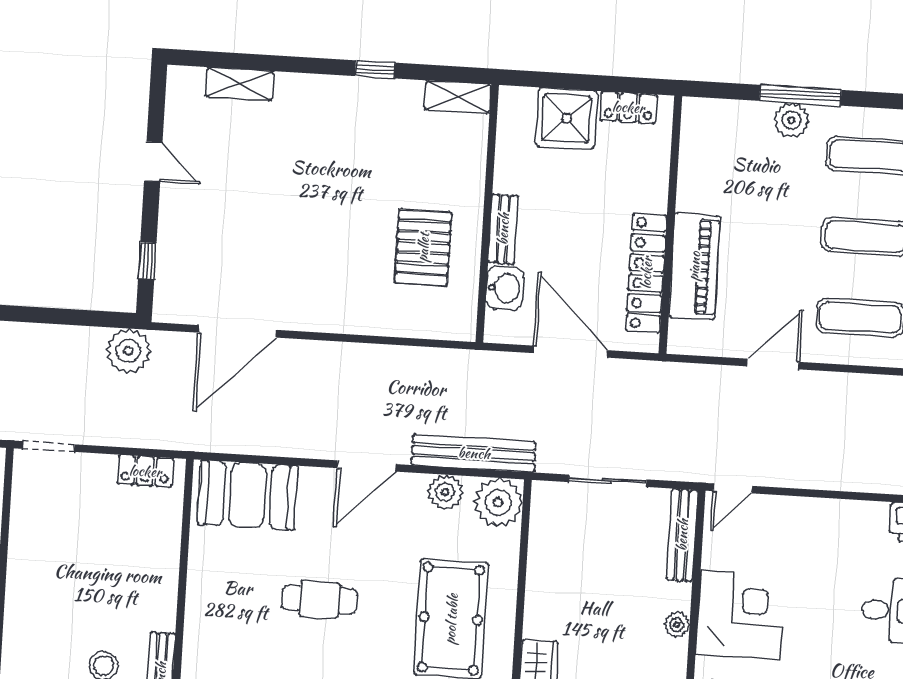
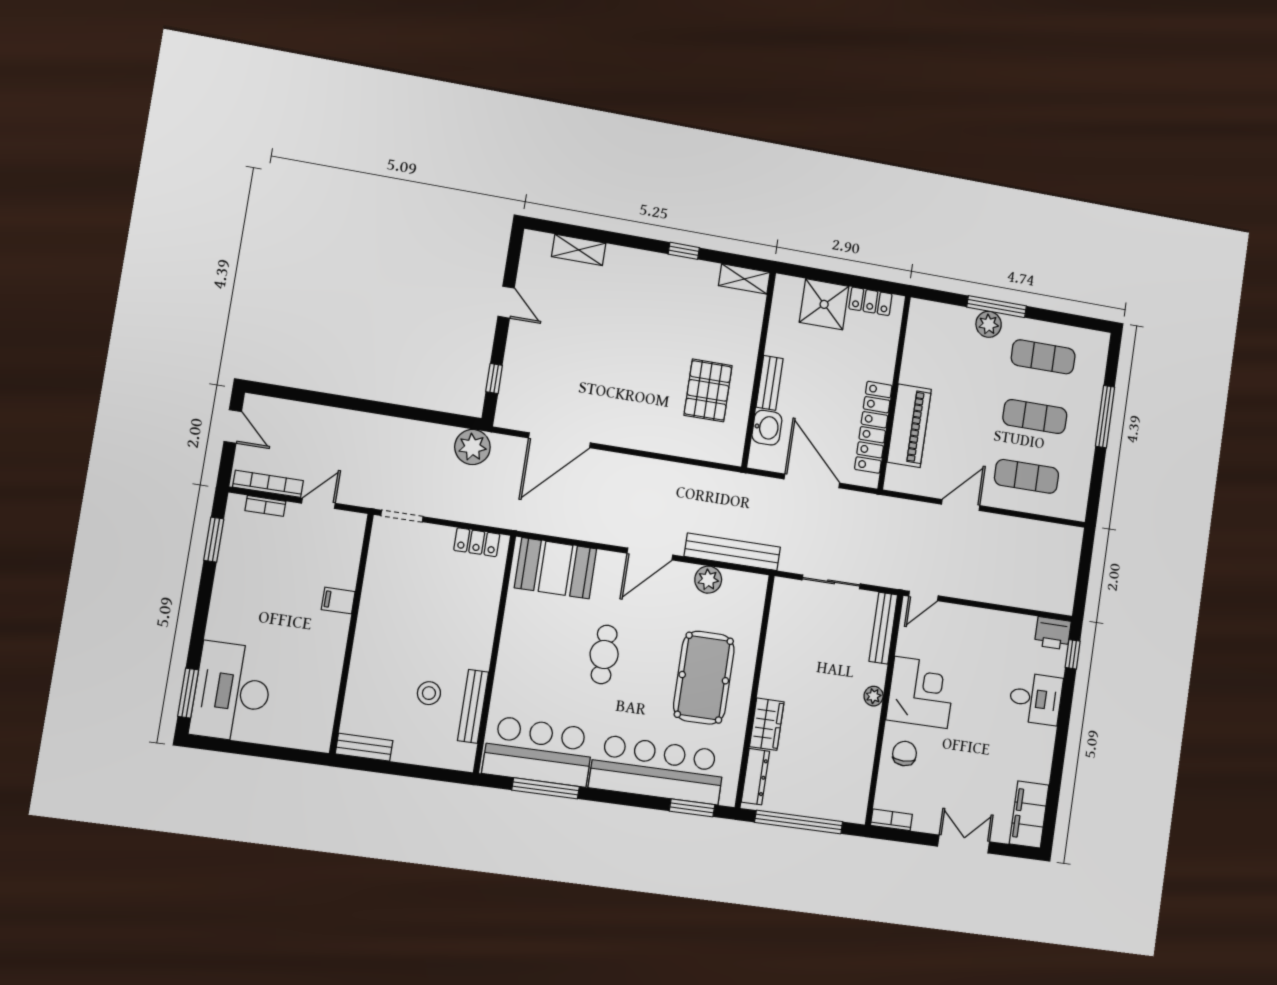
plant: (498, 502) -> (748, 591), removed
cafe table: (320, 599) -> (604, 654), turned 90

